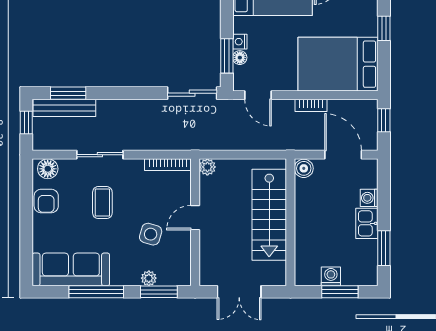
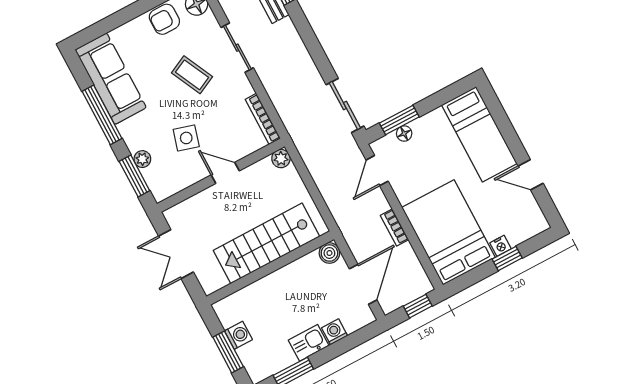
nightstand: (240, 42) -> (501, 246), moved, turned 180
coffee table: (102, 203) -> (192, 75), turned 64

